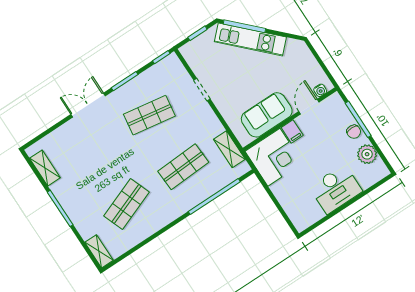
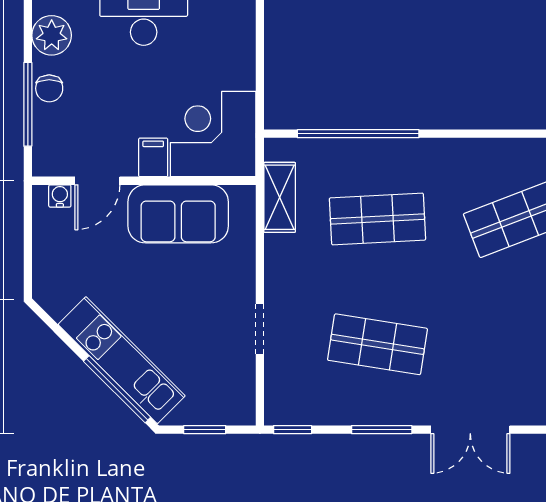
chair: (354, 132) -> (49, 88), turned 180

